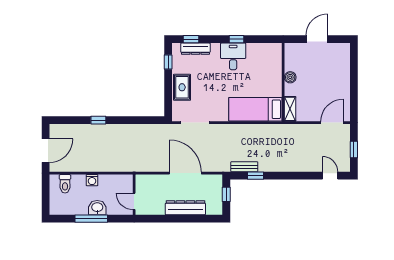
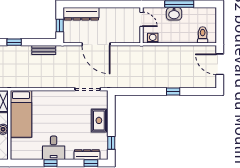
bed: (255, 109) -> (21, 114), moved, turned 90
door: (46, 151) -> (220, 64), hinge flipped
window: (255, 176) -> (14, 42), moved
washing machine: (92, 180) -> (153, 38), moved
dresser: (185, 208) -> (81, 14), moved

